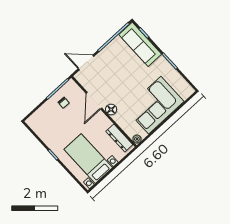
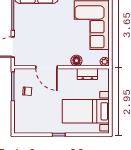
floor lamp: (111, 109) -> (76, 61), moved
dresser: (119, 138) -> (87, 74), width x0.70

